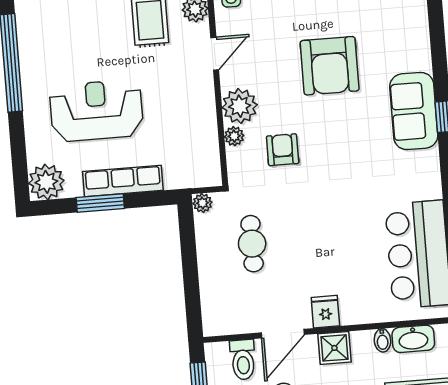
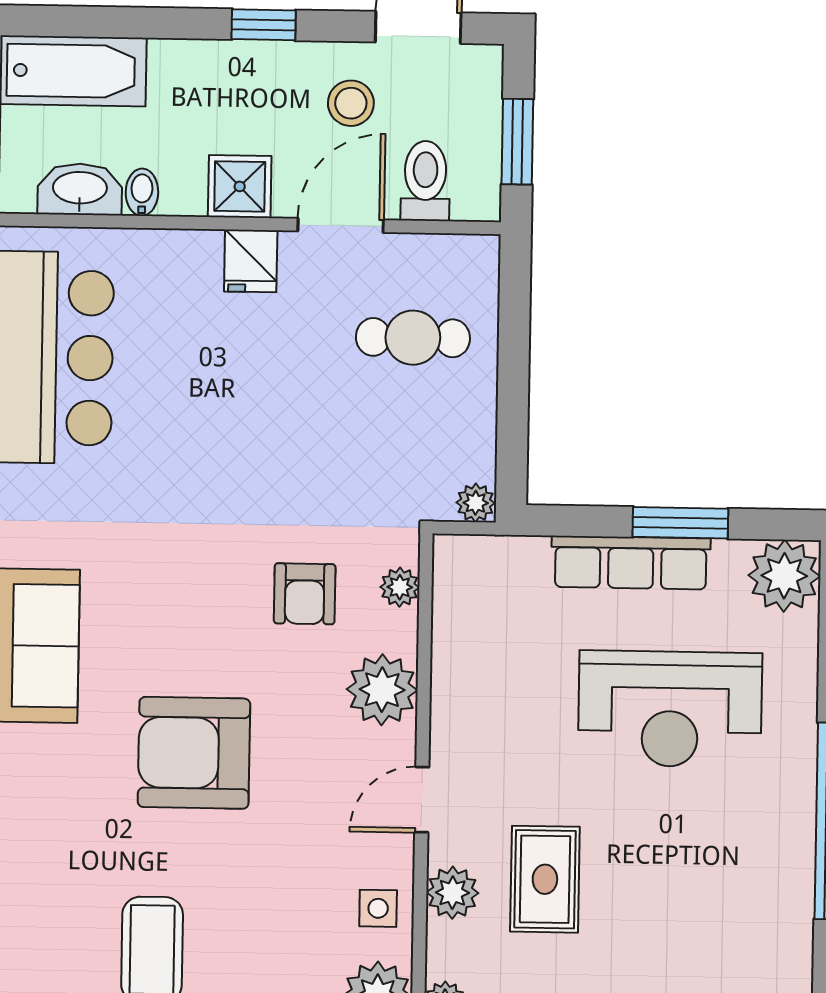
armchair: (330, 66) -> (194, 753), turned -90
plant: (234, 136) -> (400, 587), moved
cafe table: (252, 244) -> (413, 338), moved, turned 90

